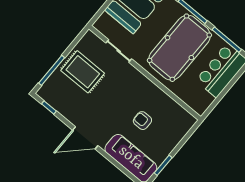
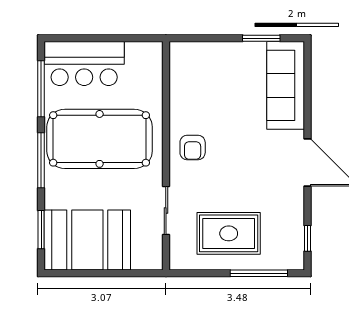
rug: (83, 72) -> (229, 233), turned 90
armchair: (142, 121) -> (193, 148), moved

